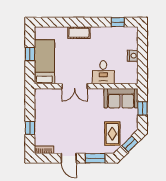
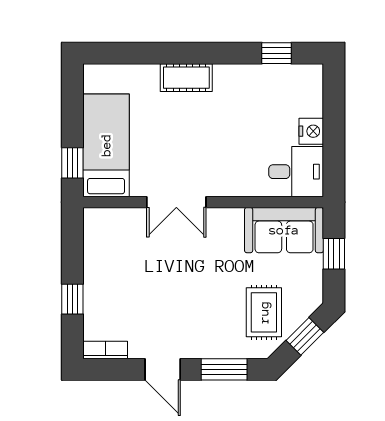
window: (30, 54) -> (72, 163), moved
desk: (103, 72) -> (296, 172), moved, turned -90

